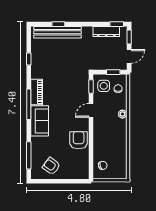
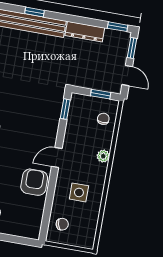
dresser: (106, 31) -> (85, 32), moved
door: (129, 56) -> (127, 76), hinge flipped
side table: (104, 86) -> (79, 192), moved
door: (91, 110) -> (57, 157), moved

